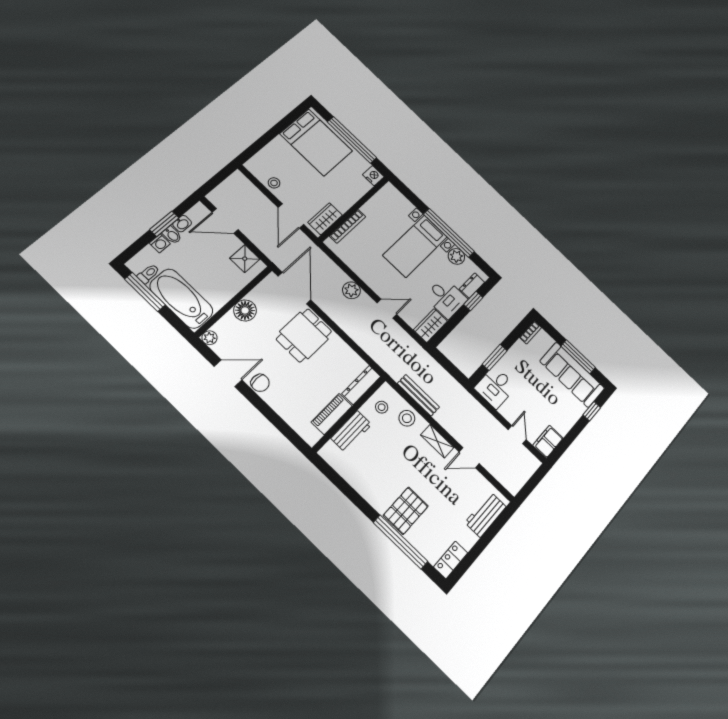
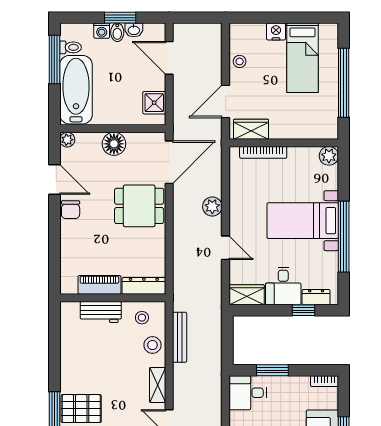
bed: (316, 142) -> (302, 58), width x0.67
nightstand: (373, 176) -> (276, 32), moved, turned -90
plant: (456, 256) -> (329, 156), moved

